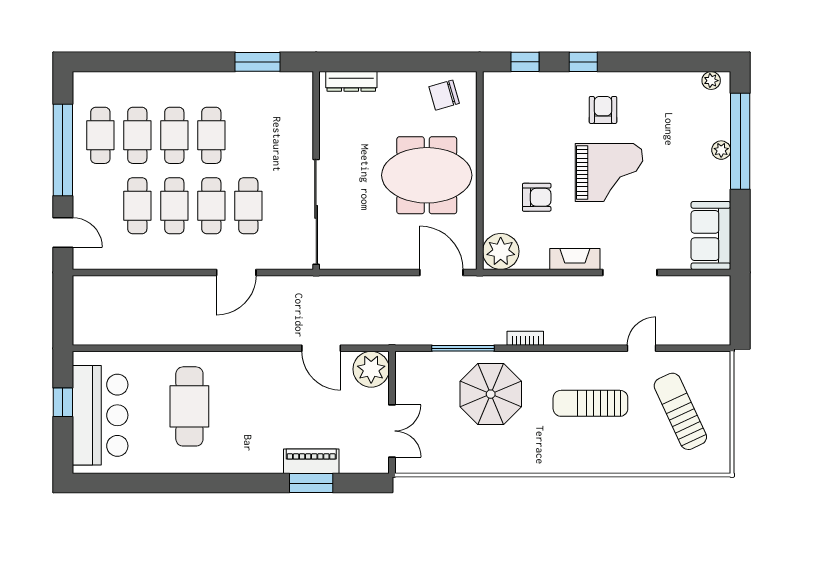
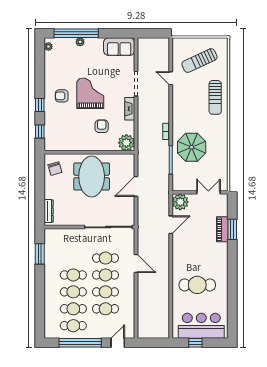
door: (441, 272) -> (136, 186), moved
sun lounger: (590, 403) -> (215, 97), moved

